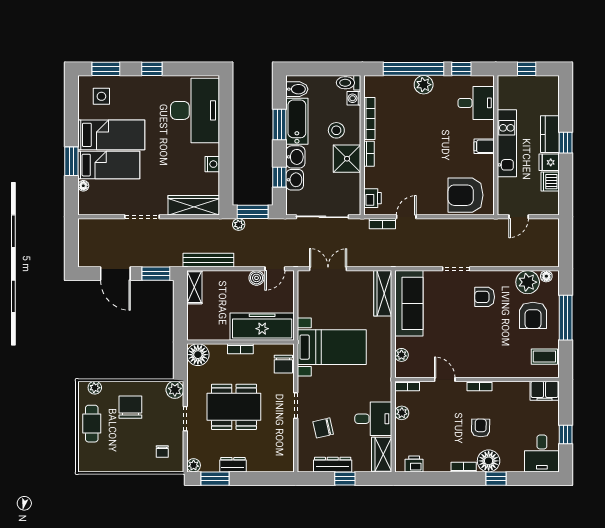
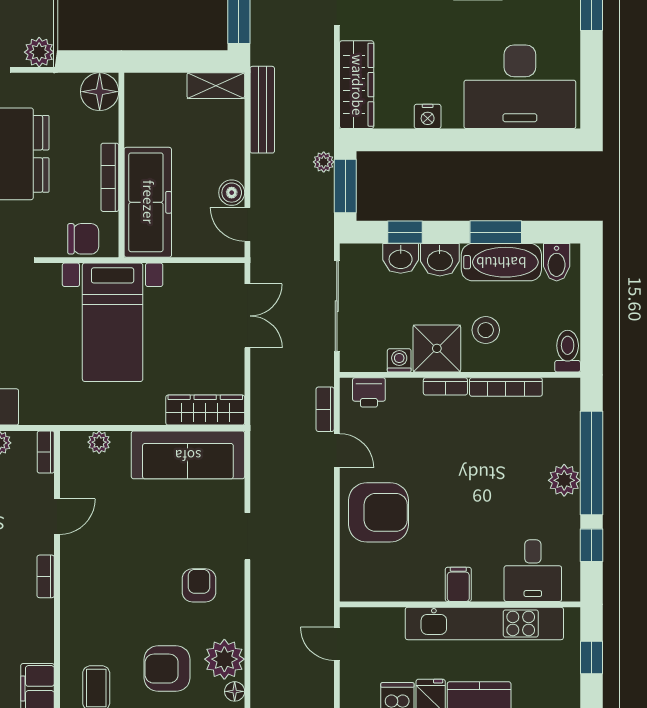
washing machine: (354, 98) -> (399, 360), moved
kitchen unit: (507, 143) -> (484, 623), width x1.36
armchair: (466, 195) -> (379, 512), moved, turned 90
bookcase: (240, 349) -> (110, 177), width x1.56
chair: (283, 364) -> (83, 239), turned 180

